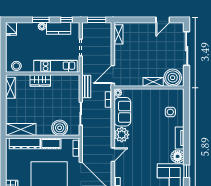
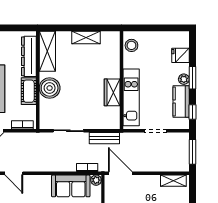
fridge: (11, 29) -> (181, 55), moved
wardrobe: (40, 81) -> (112, 92), moved
shelving: (10, 88) -> (86, 37), moved
boiler: (60, 128) -> (50, 88), moved
plant: (122, 135) -> (41, 185), removed

